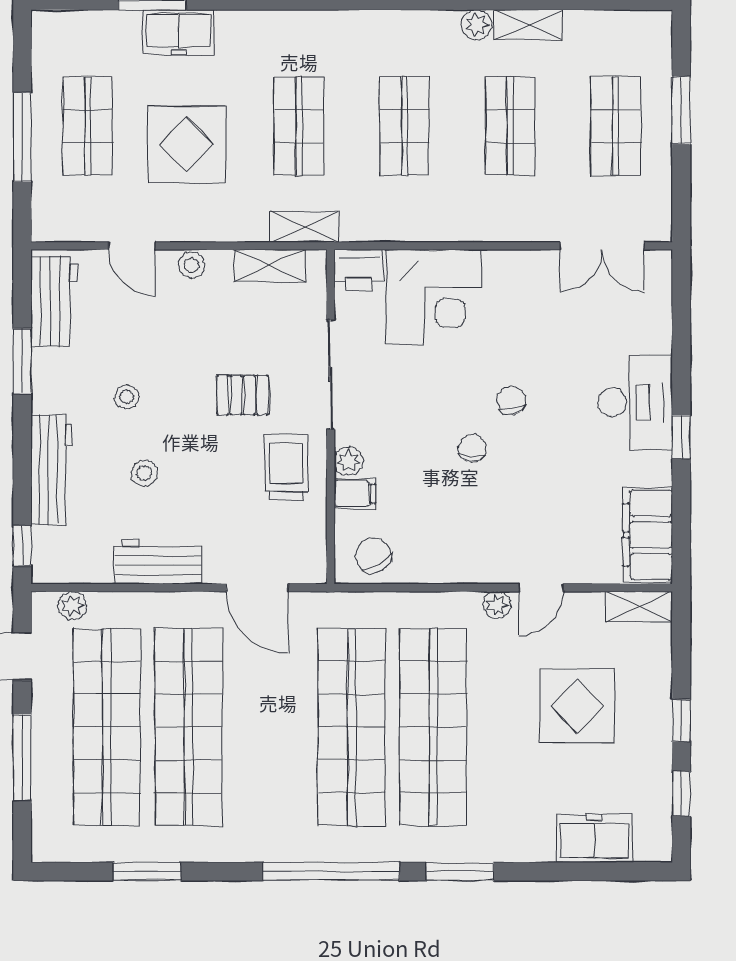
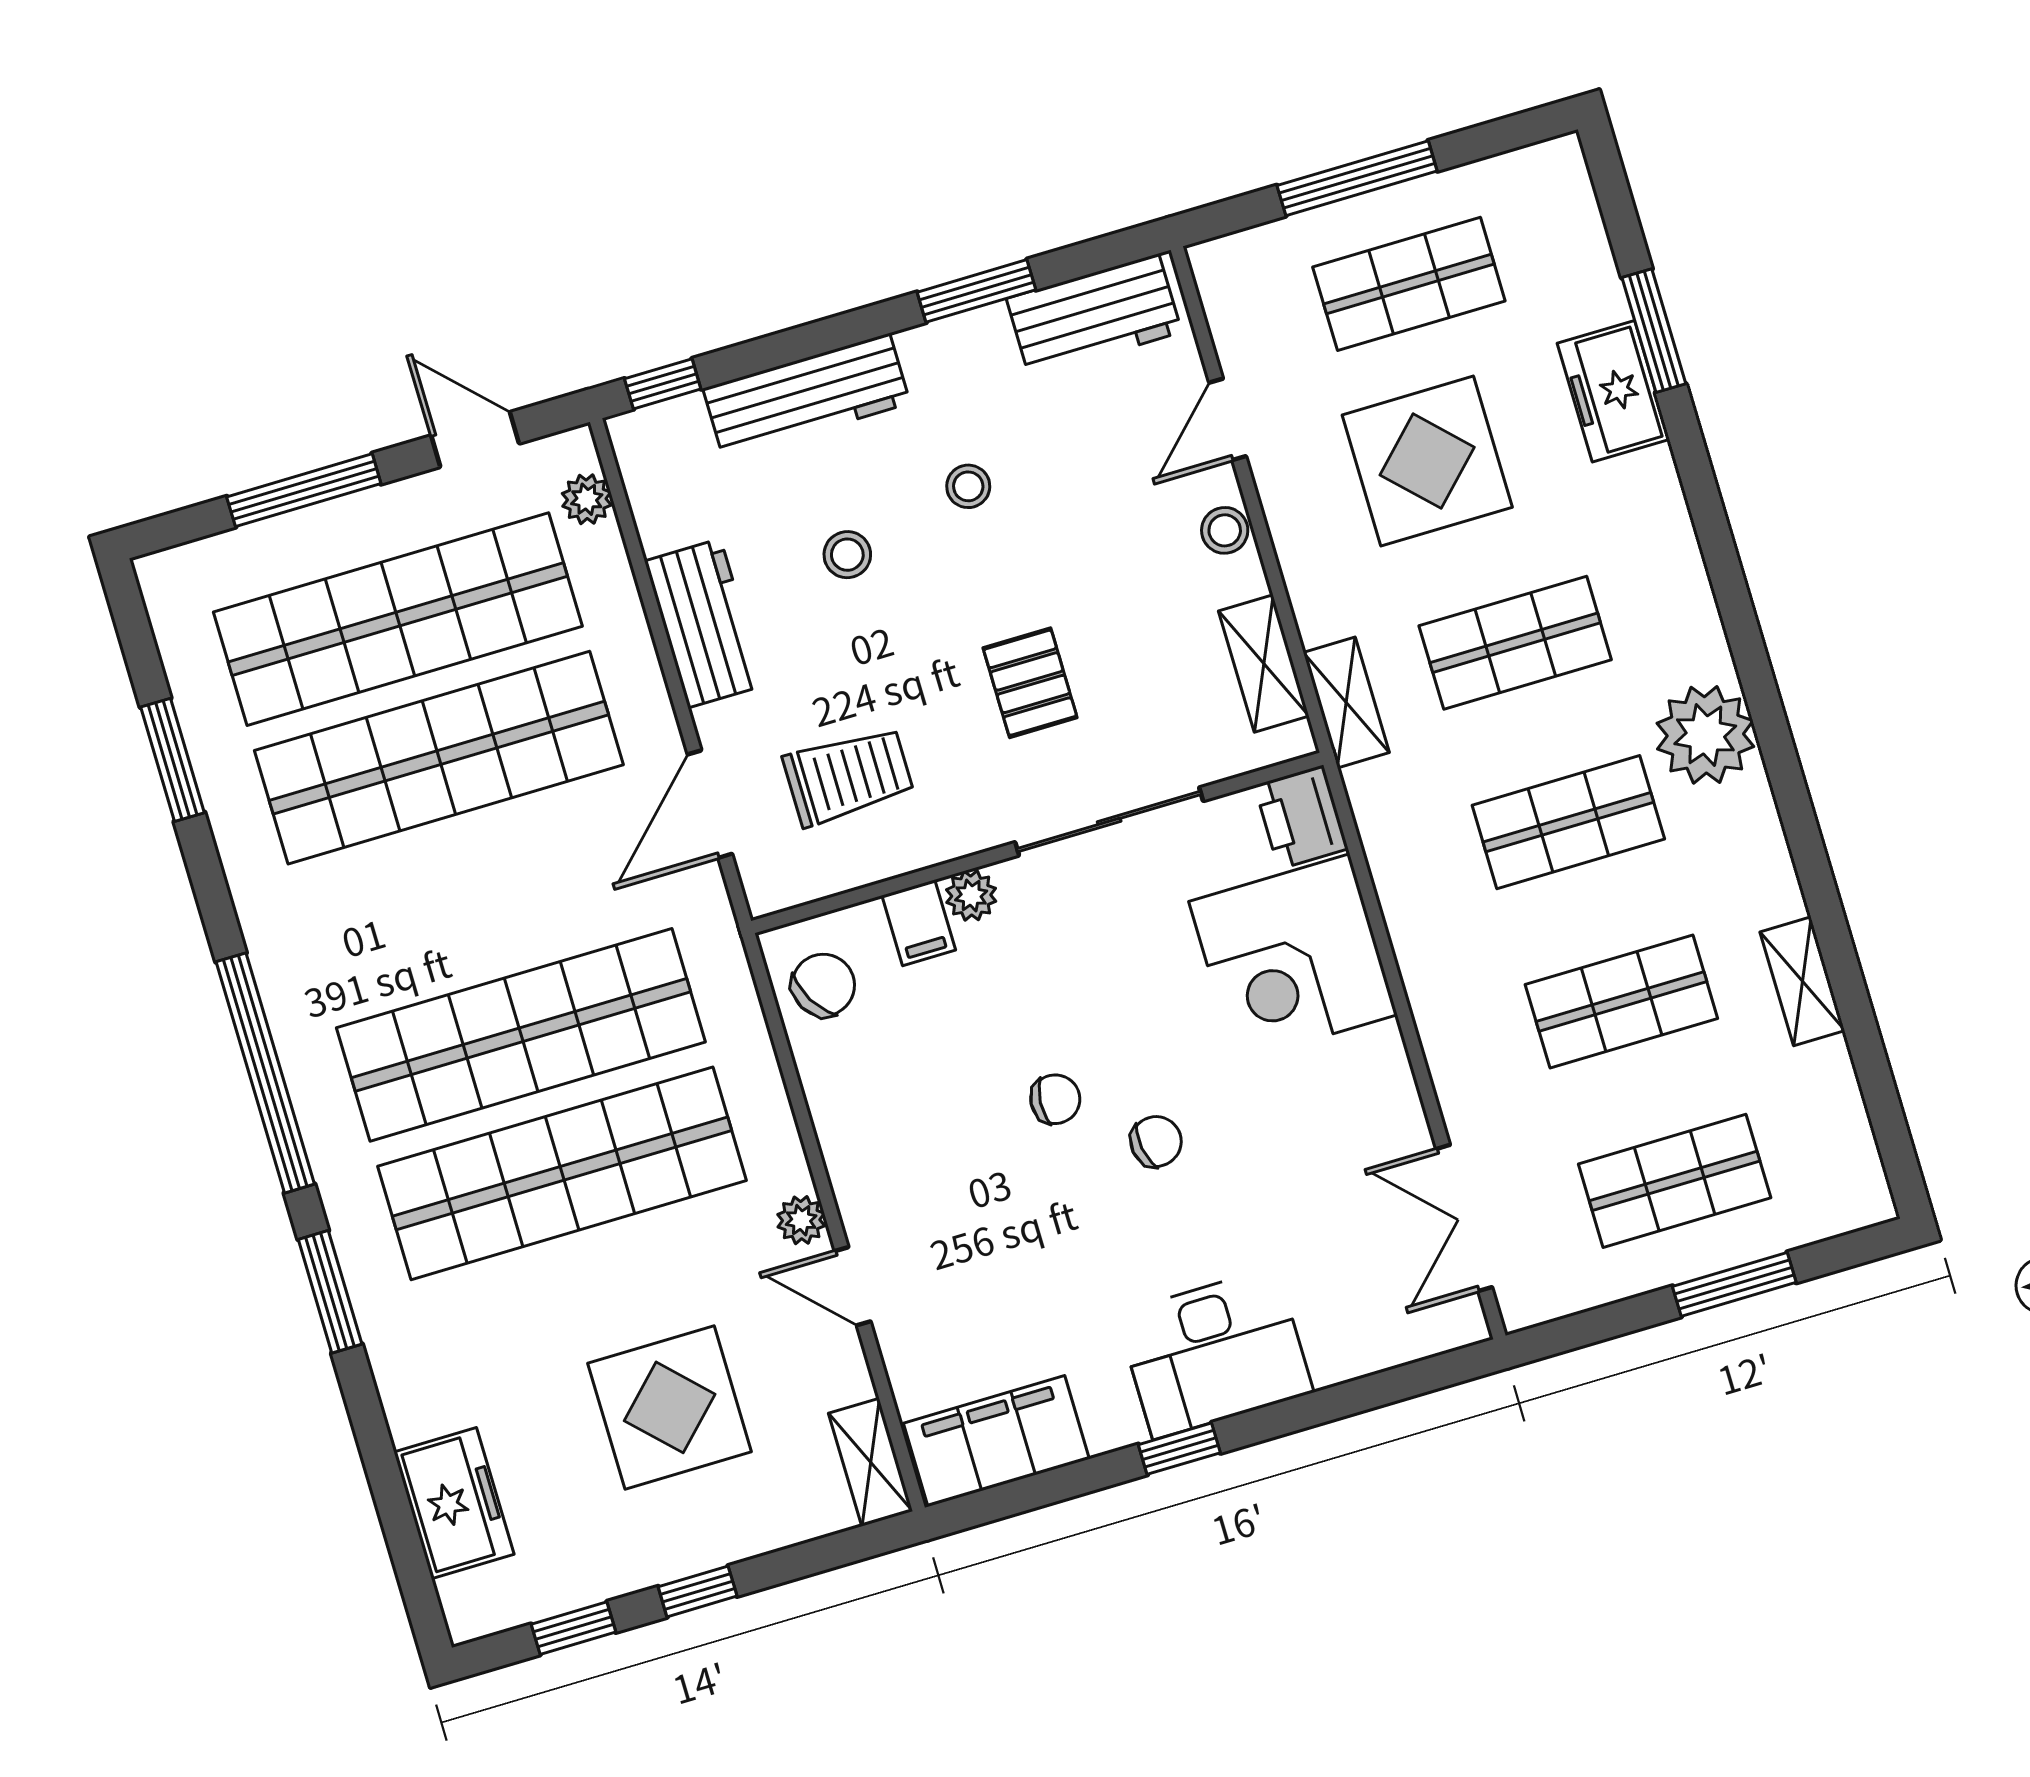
plant: (477, 25) -> (1705, 735), moved, width x1.88, depth x1.88
trolley: (286, 468) -> (848, 776), moved

